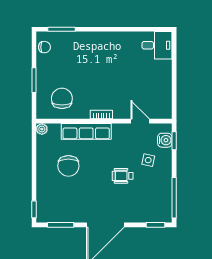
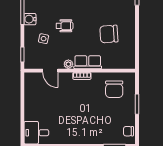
plant: (42, 129) -> (68, 64), moved
row of seats: (86, 131) -> (88, 62), width x0.68
water cooler: (165, 140) -> (30, 19), moved
chair: (68, 166) -> (109, 34), turned -94

